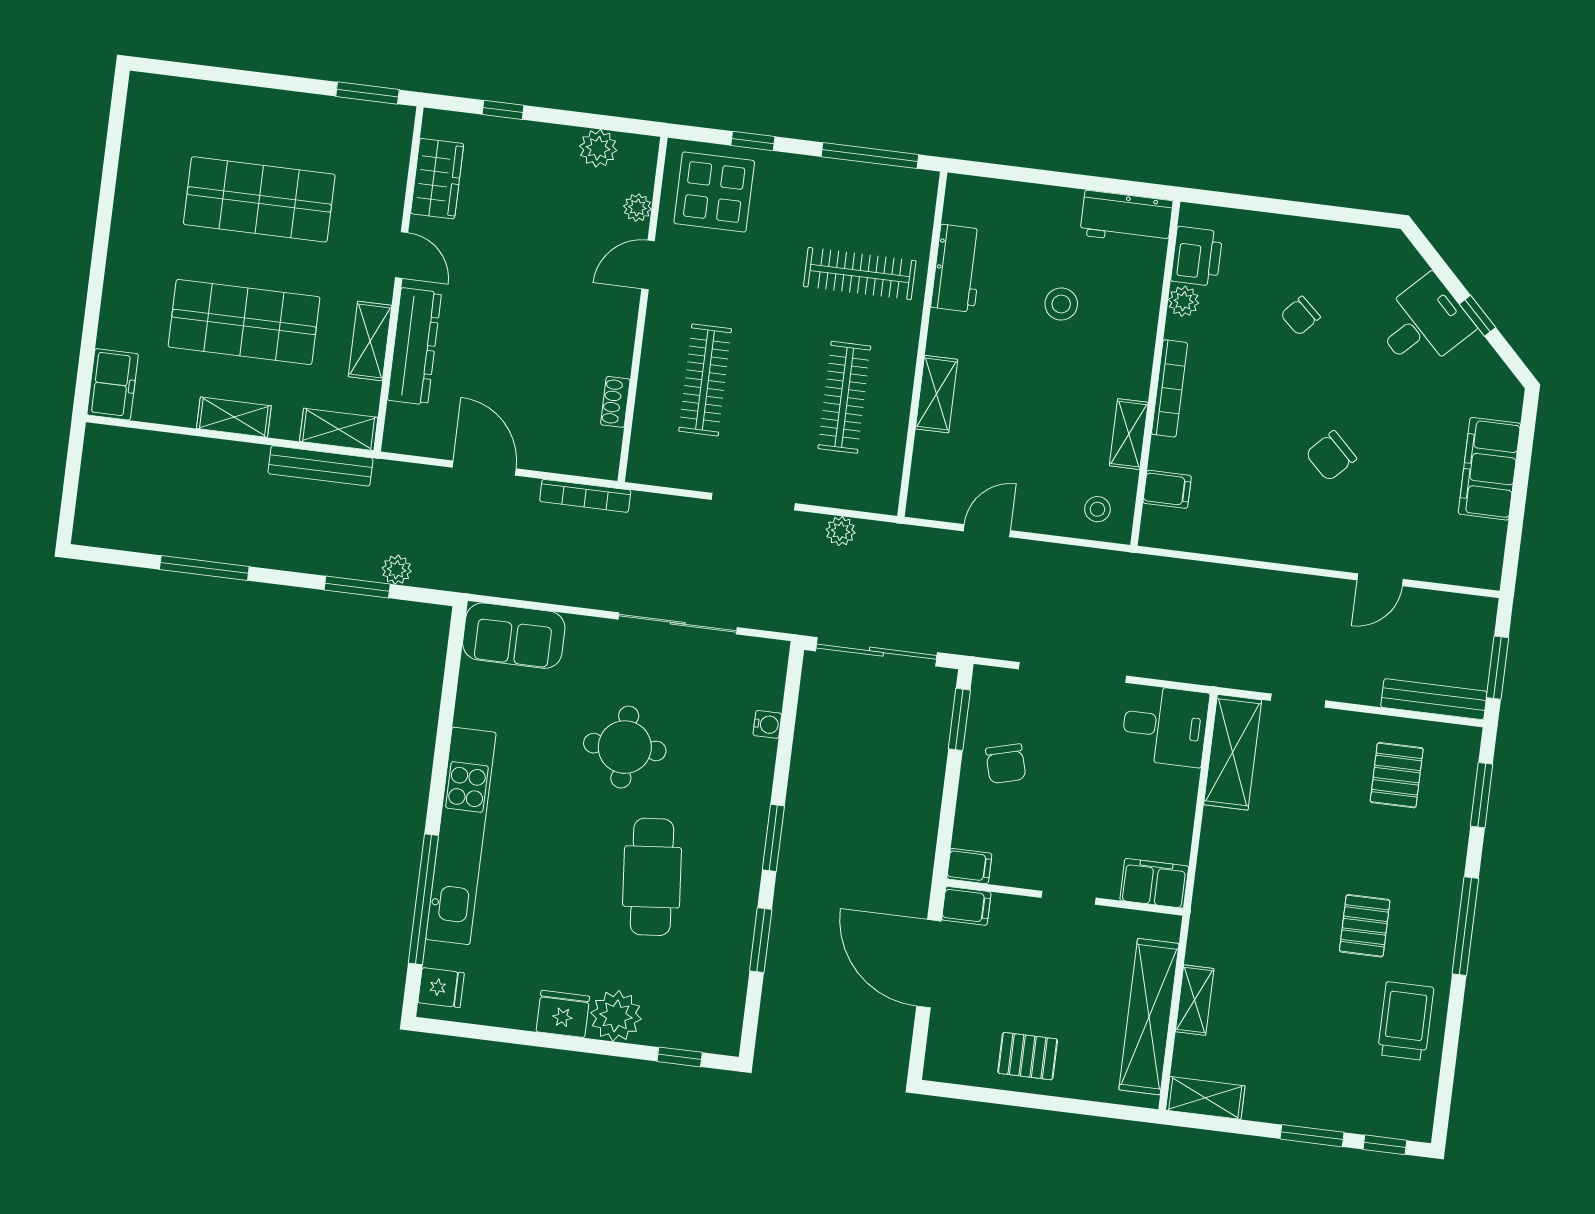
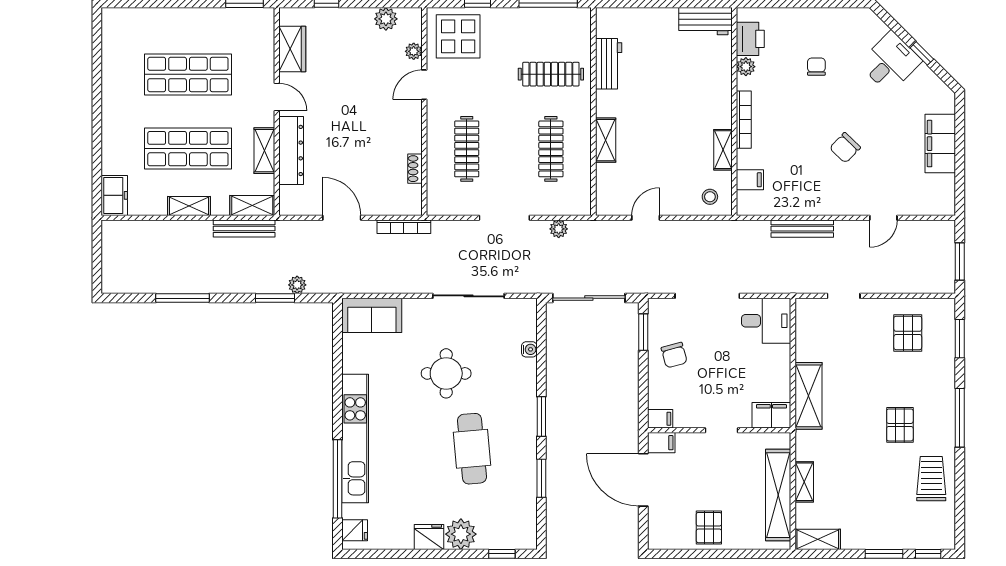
stool: (1061, 304) -> (673, 77), removed
chair: (1300, 316) -> (816, 67), turned 138
bench: (1434, 699) -> (802, 229), moved
shelving: (1233, 752) -> (808, 396), moved
pallet: (1028, 1056) -> (709, 528), turned 90

